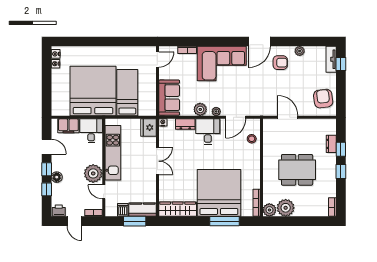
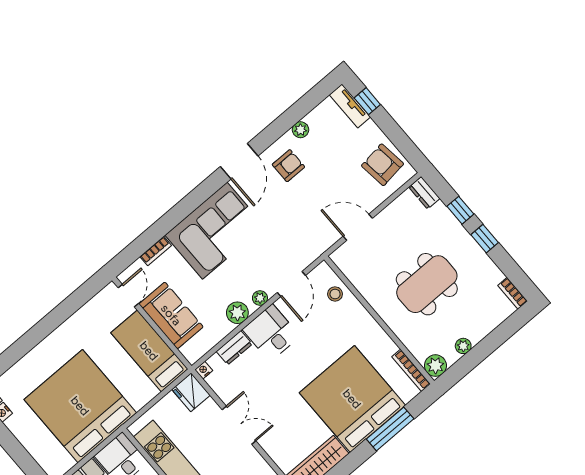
bed: (127, 93) -> (149, 351), moved
sofa: (169, 98) -> (171, 315), moved
dresser: (331, 144) -> (424, 193), moved
plant: (286, 208) -> (463, 346), width x0.53, depth x0.53

